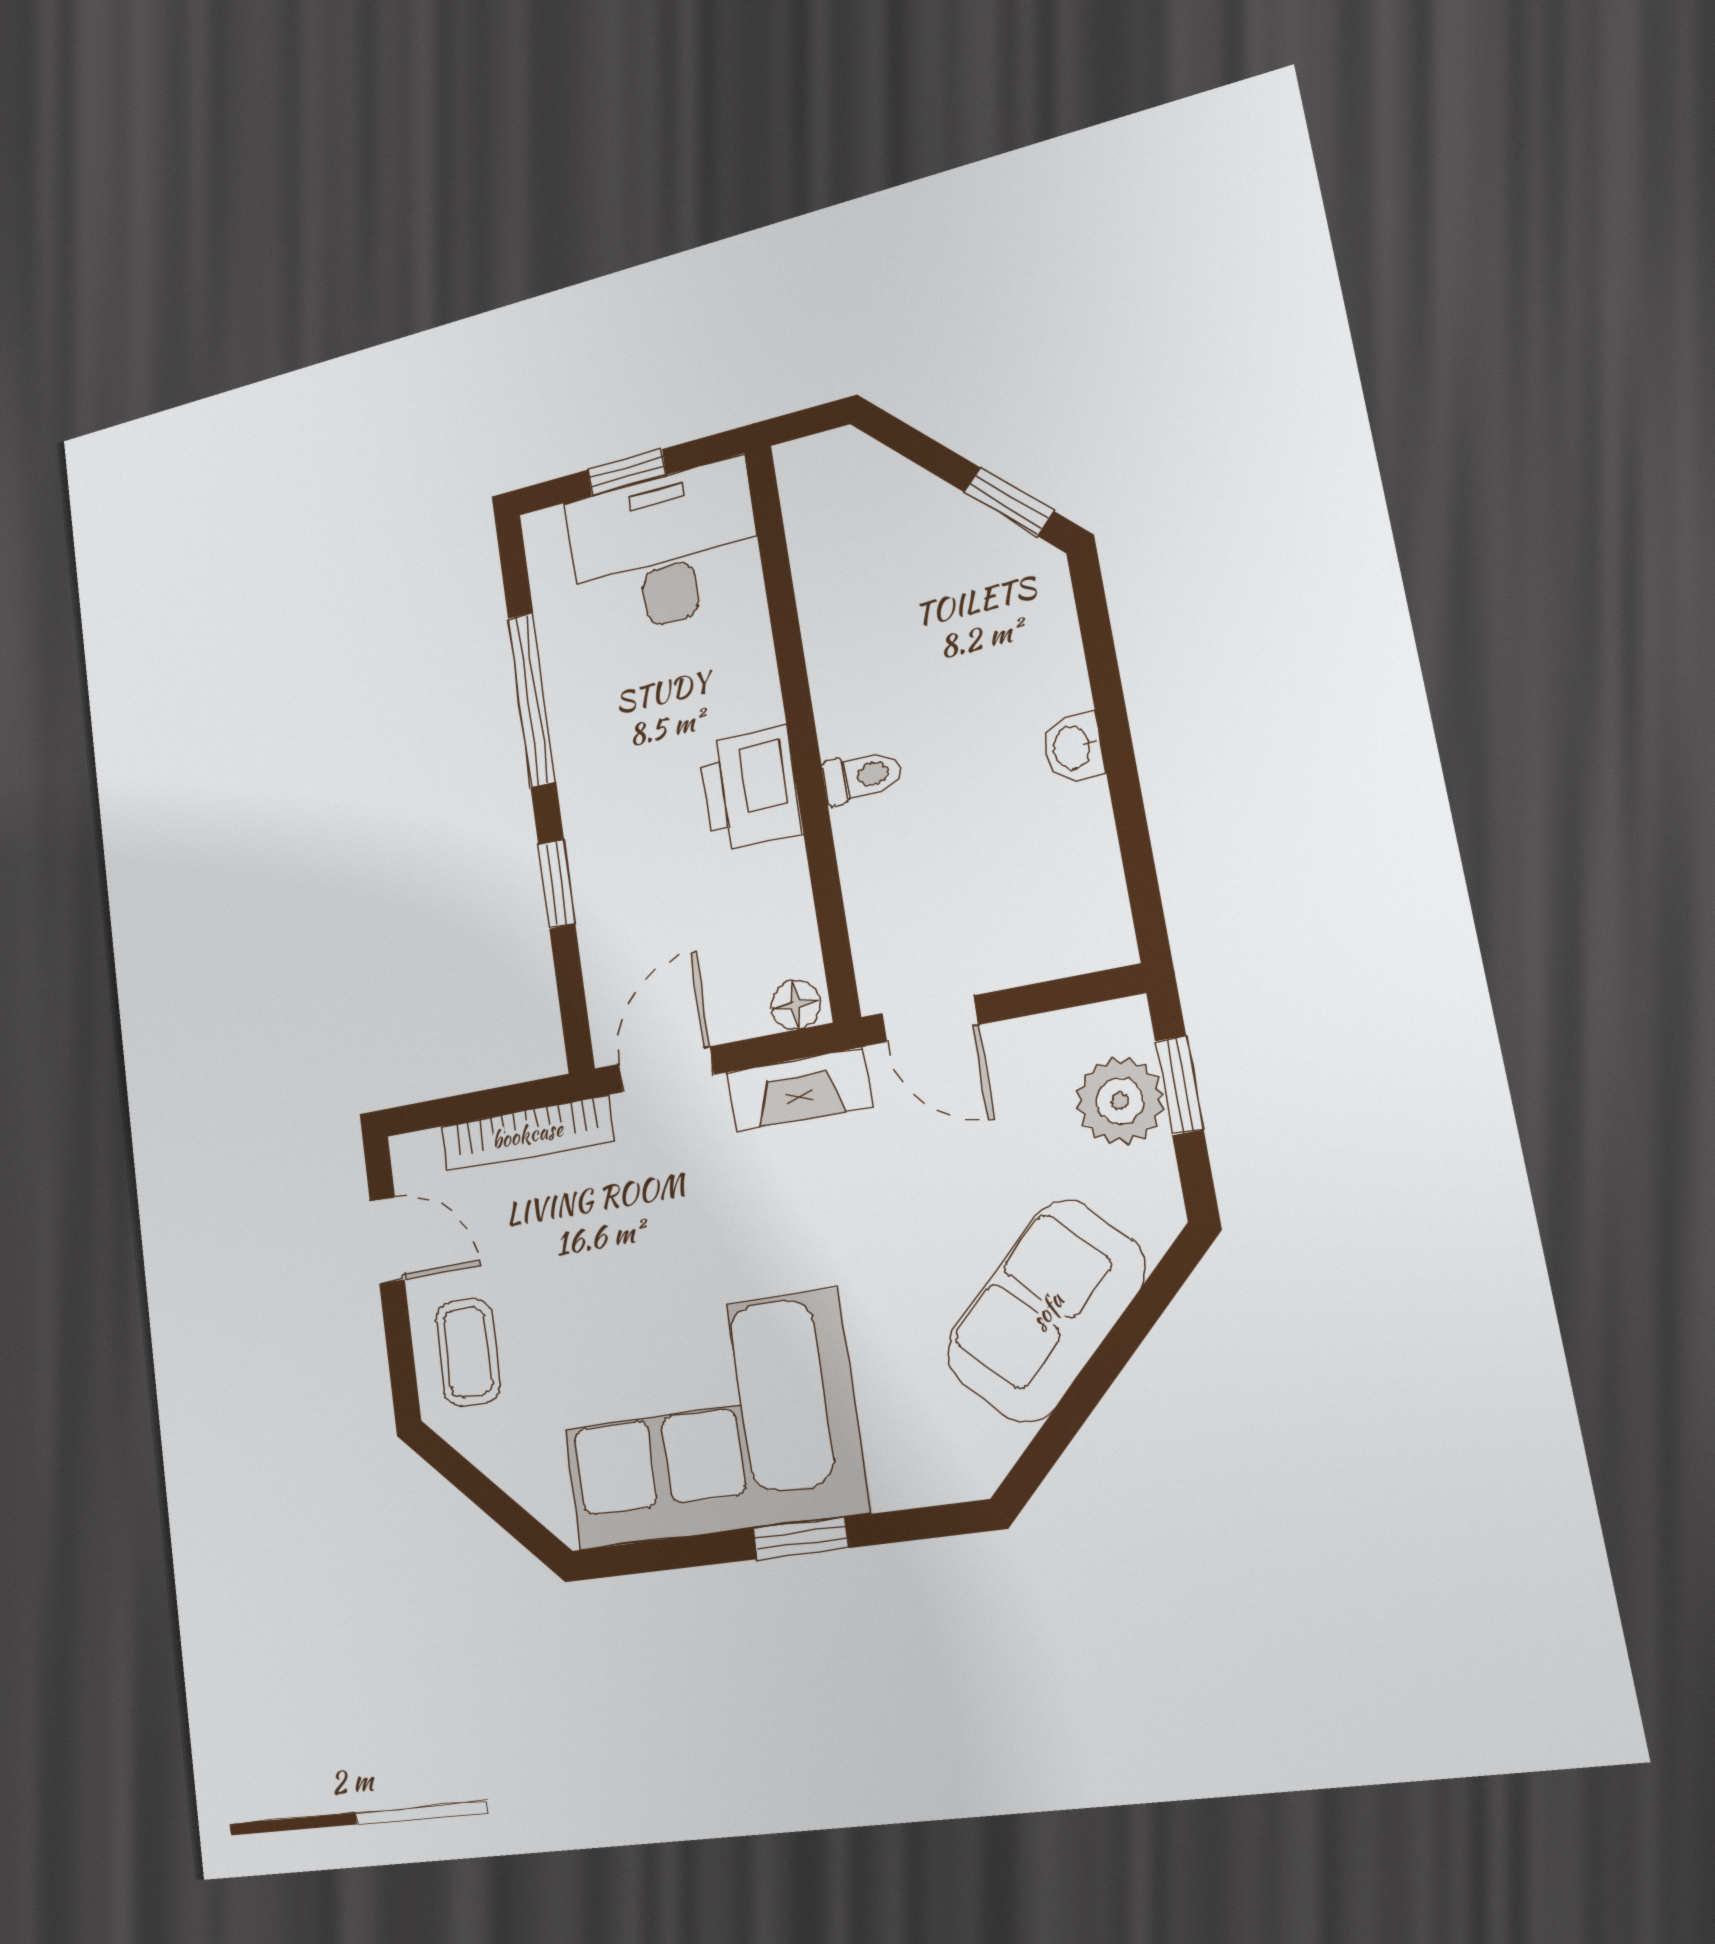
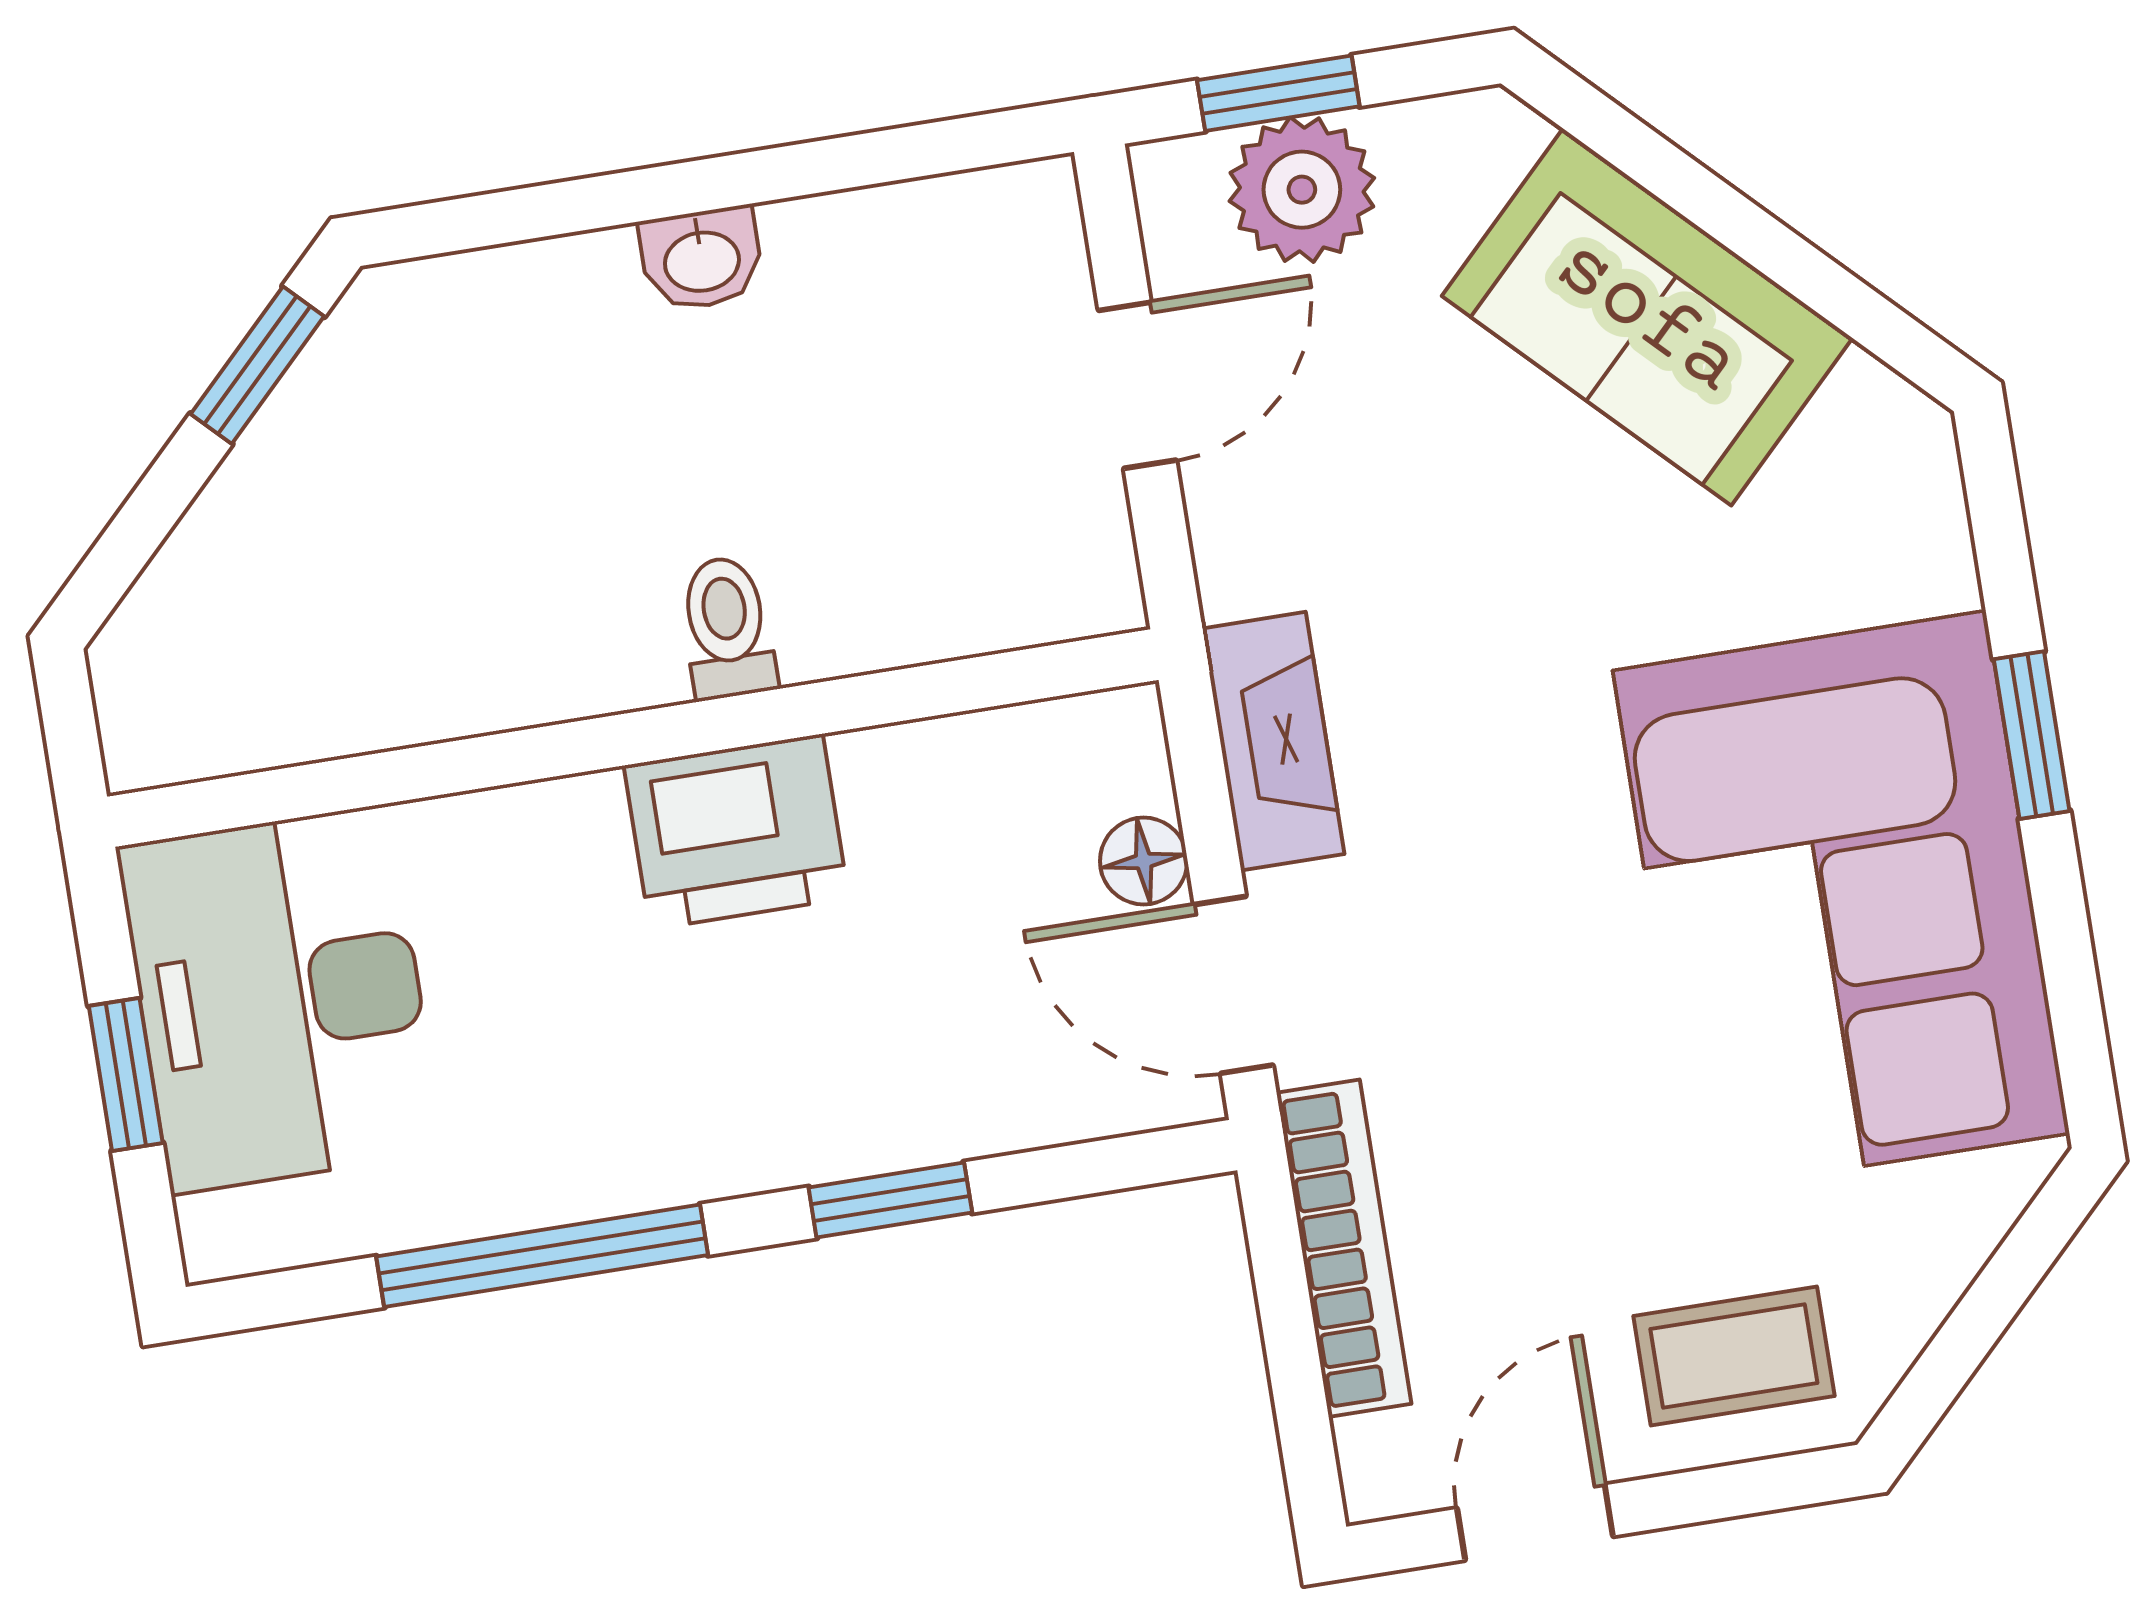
floor lamp: (796, 1005) -> (1144, 861), moved
door: (930, 1019) -> (1137, 385), moved

